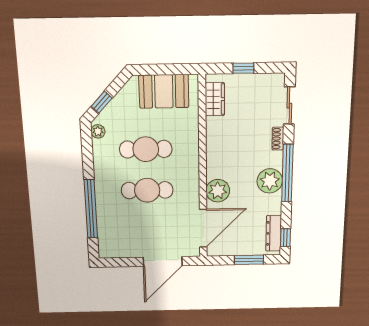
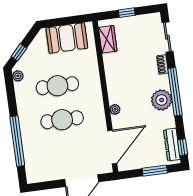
plant: (218, 191) -> (115, 109), width x0.53, depth x0.53

